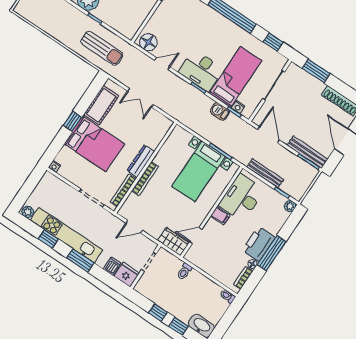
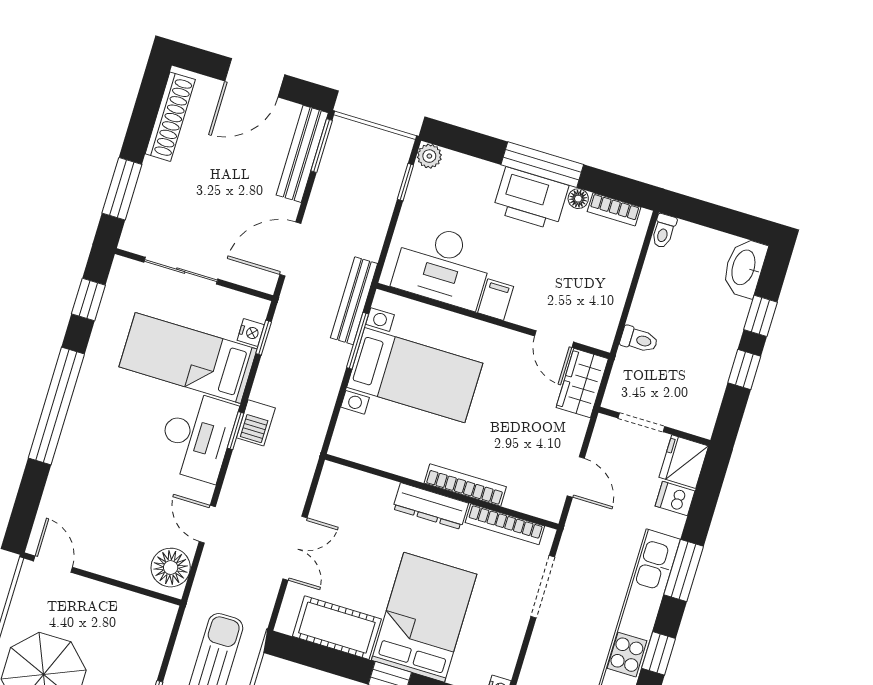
barbecue: (220, 111) -> (256, 423), moved
bench: (265, 173) -> (354, 301), moved

